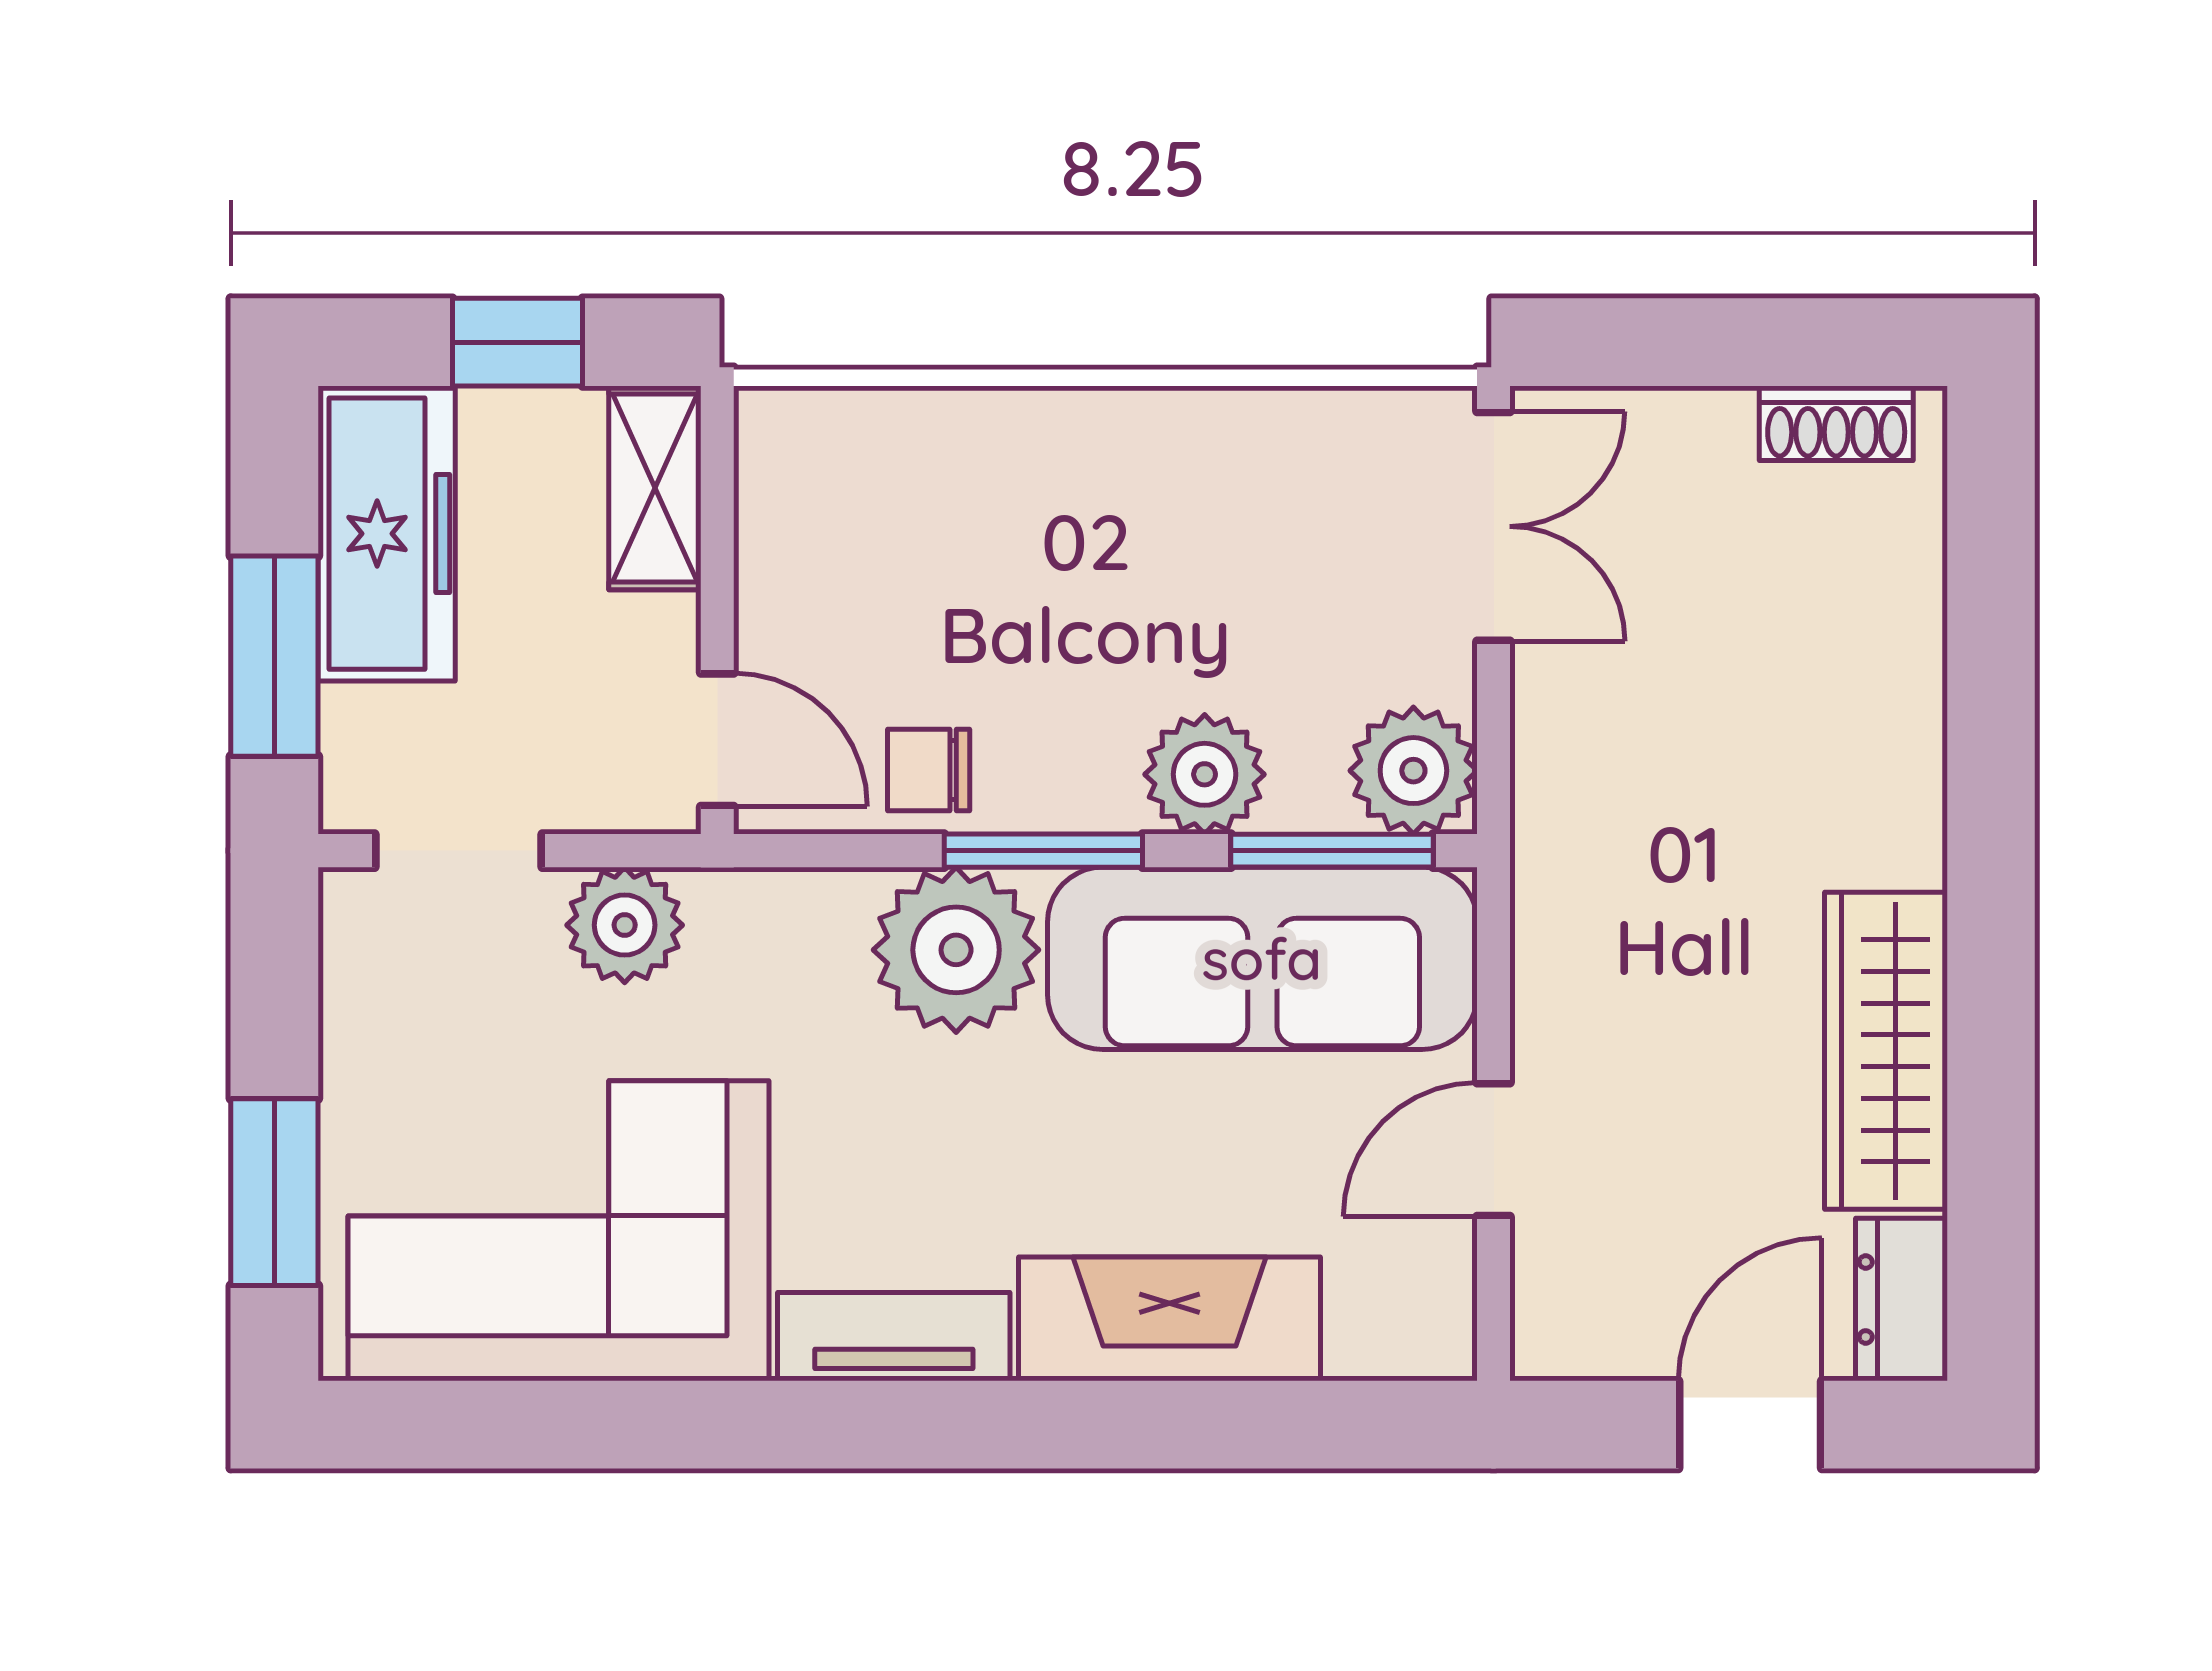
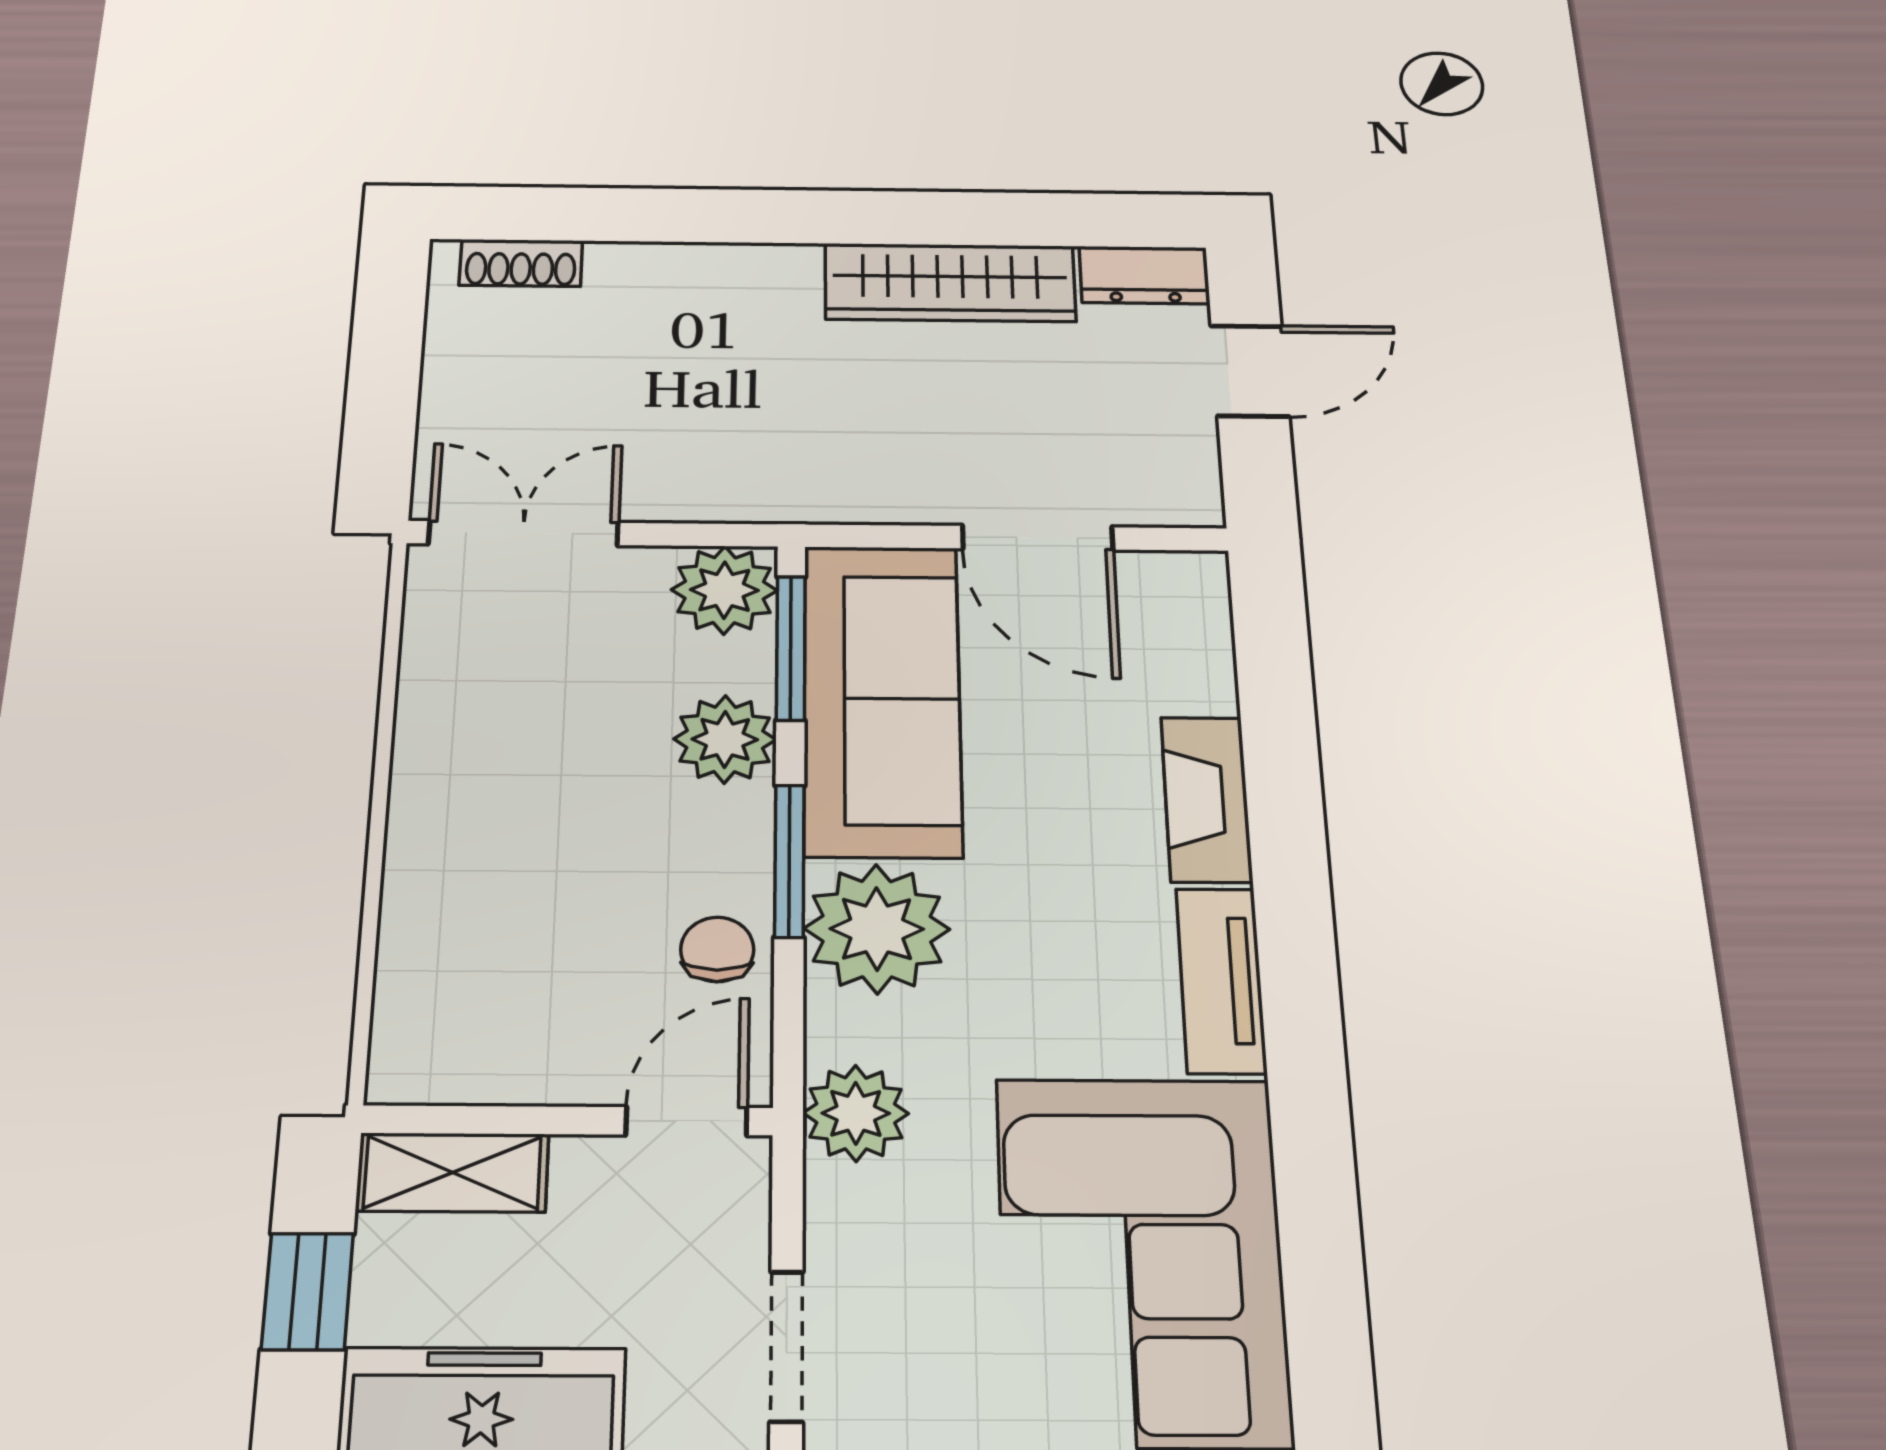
shoe rack: (1836, 423) -> (521, 263), moved, turned 90
chair: (929, 770) -> (717, 949), turned 180
plant: (625, 925) -> (856, 1113), moved
door: (1494, 1150) -> (1038, 538), width x1.38
fireplace: (1170, 1319) -> (1206, 799), width x0.73, depth x0.76
door: (1750, 1425) -> (1250, 371), swing flipped

